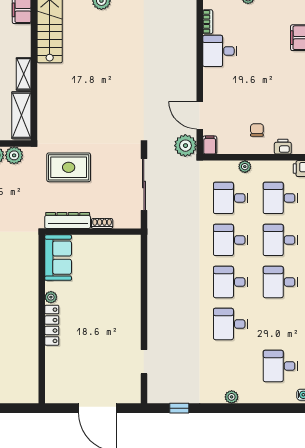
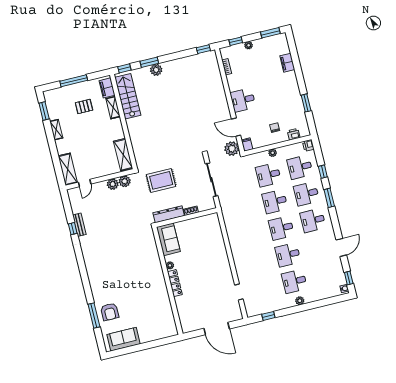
desk: (220, 51) -> (243, 100), moved
shelving: (24, 74) -> (113, 108), moved
desk: (280, 366) -> (294, 281), moved

